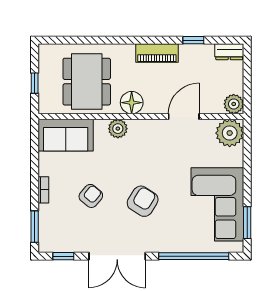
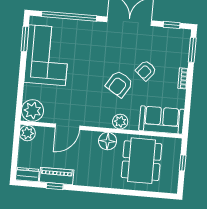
piano: (157, 53) -> (57, 176), moved
armchair: (143, 201) -> (119, 84), moved

